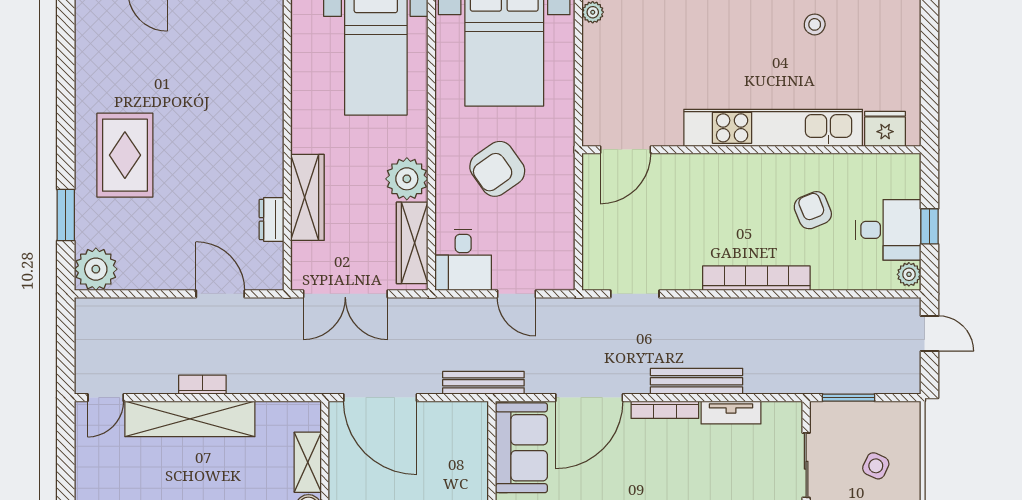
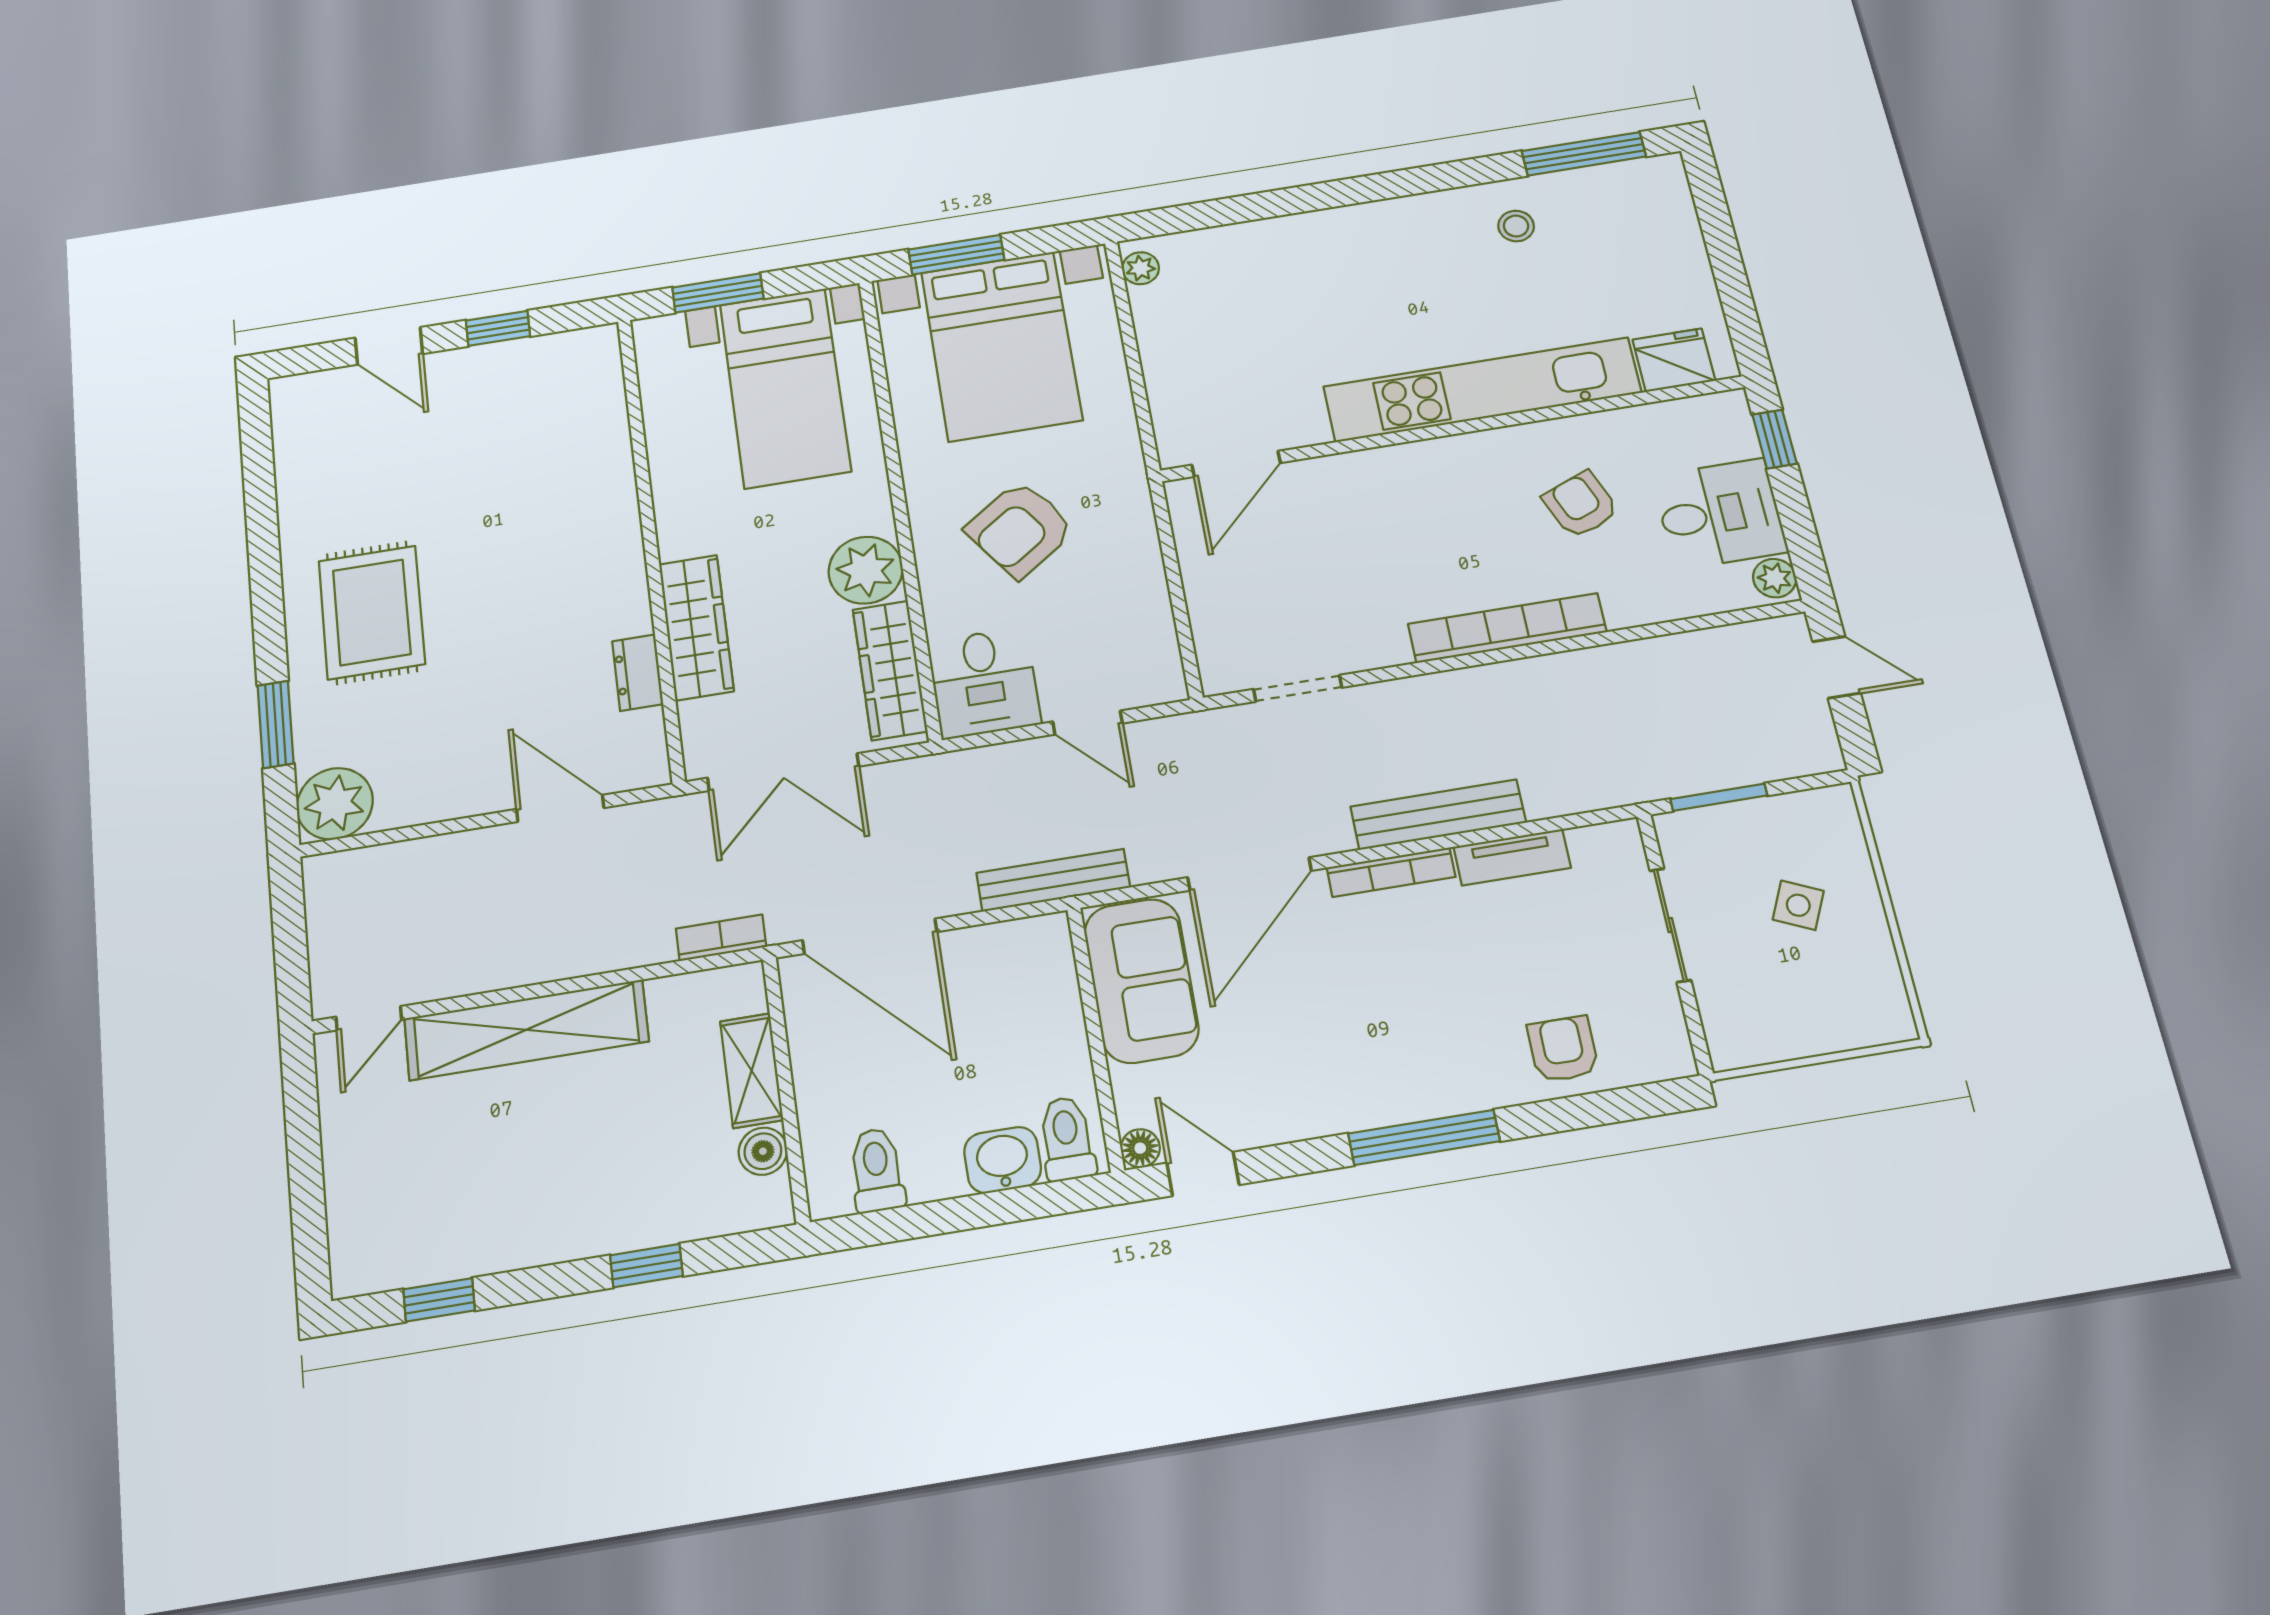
window: (930, 226) -> (1775, 439), moved
bookcase: (202, 385) -> (721, 938), moved

